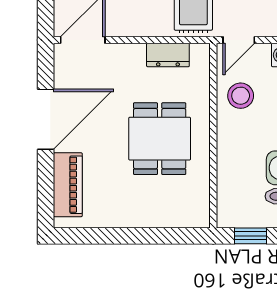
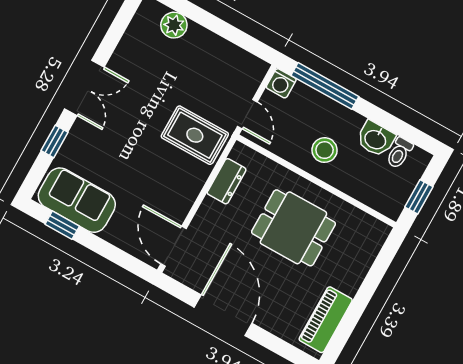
stool: (241, 96) -> (325, 150), moved
piano: (68, 185) -> (326, 320), moved, turned -90

